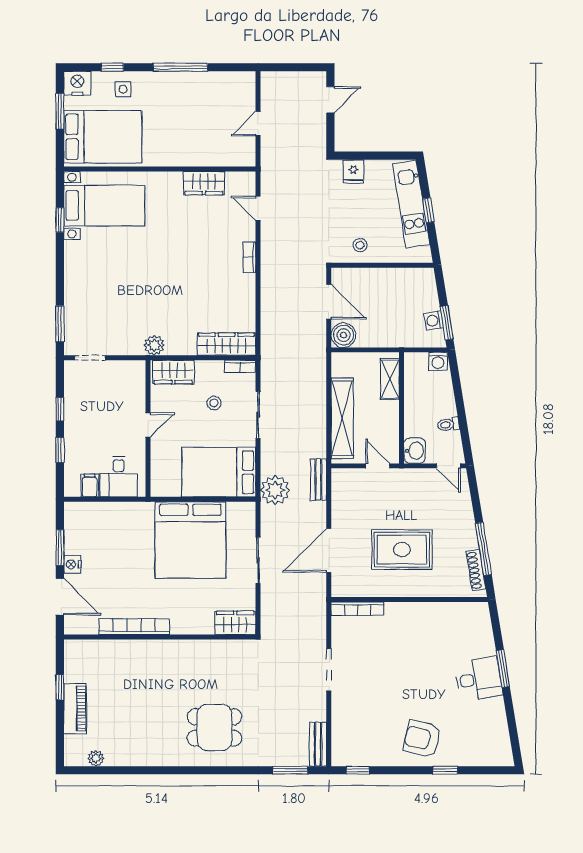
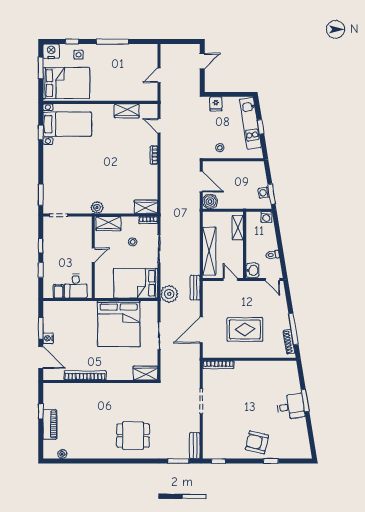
wardrobe: (226, 344) -> (146, 207), width x0.67

